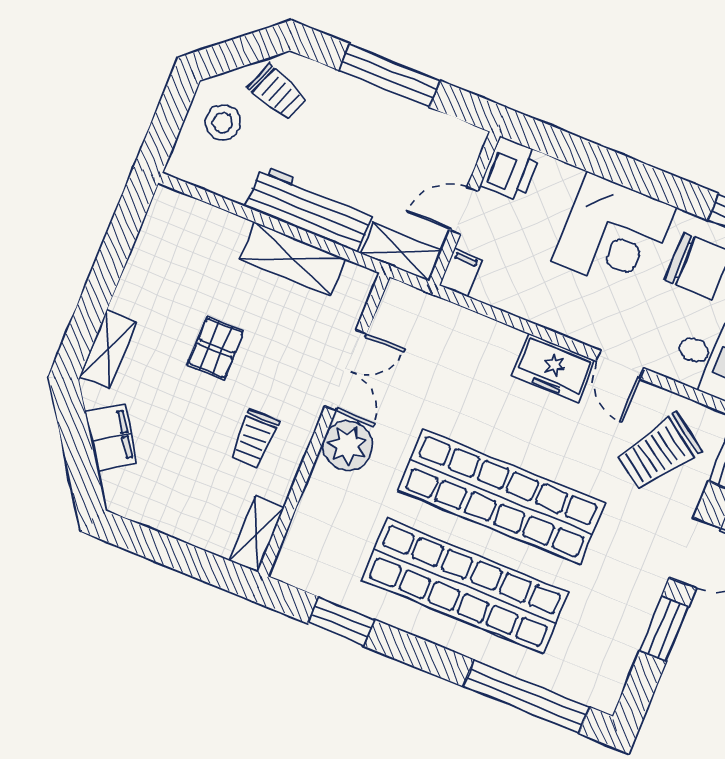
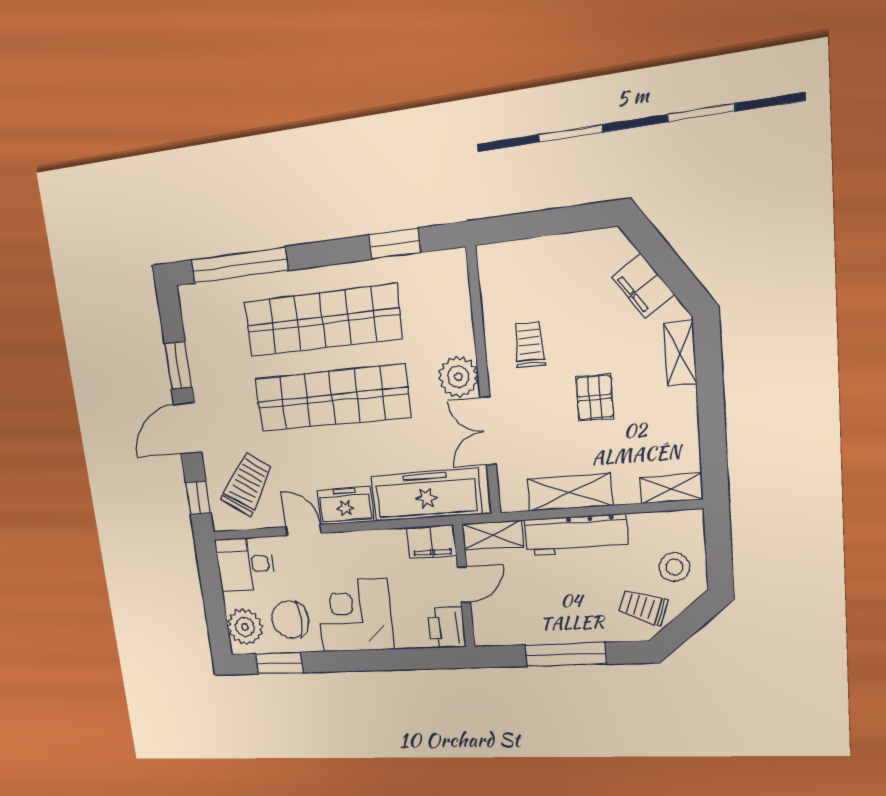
filing cabinet: (461, 272) -> (431, 541), width x2.00
freezer: (452, 334) -> (426, 495), added
shelving: (256, 534) -> (671, 489), moved, turned 90

